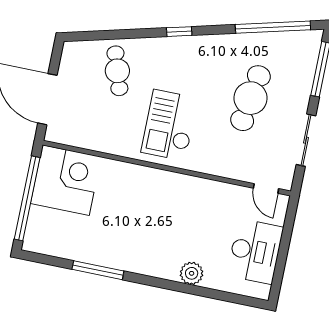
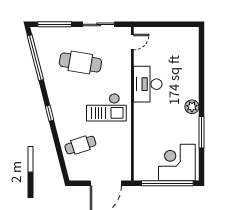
corner desk: (66, 180) -> (177, 162), moved
desk: (255, 251) -> (148, 84), moved, turned -90
plant: (192, 273) -> (192, 107), moved

